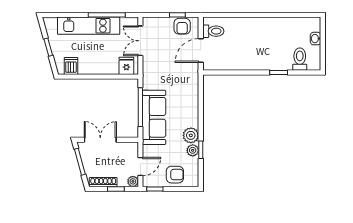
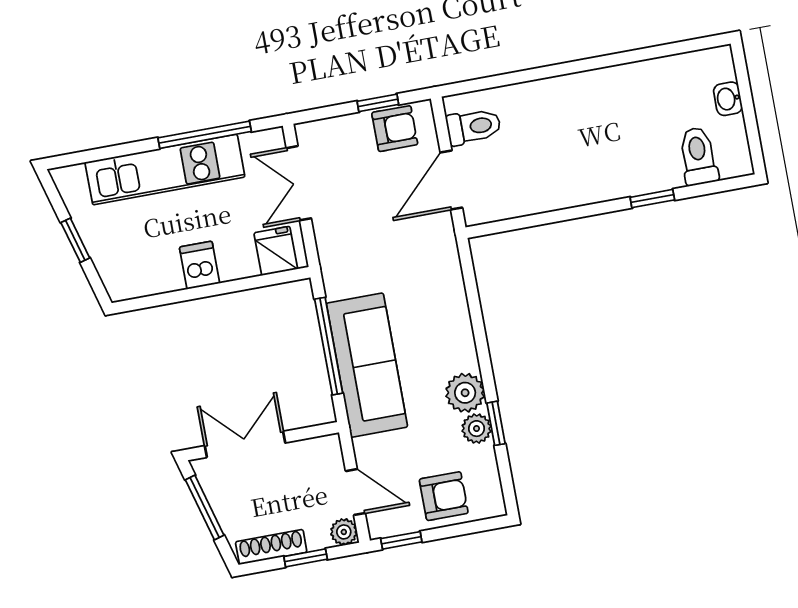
armchair: (182, 26) -> (395, 129), turned -90
dishwasher: (71, 66) -> (200, 265), moved
door: (140, 167) -> (355, 492), hinge flipped

